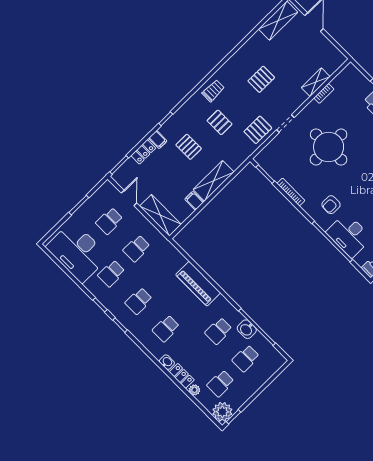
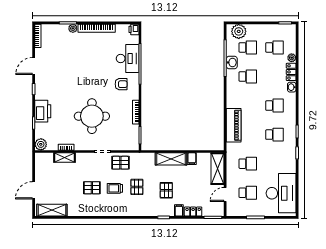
plant: (350, 72) -> (41, 144), added
trolley: (213, 91) -> (115, 188), moved
school desk: (111, 274) -> (274, 164), removed
piano: (198, 284) -> (234, 125), moved
plant: (222, 412) -> (239, 31), moved

